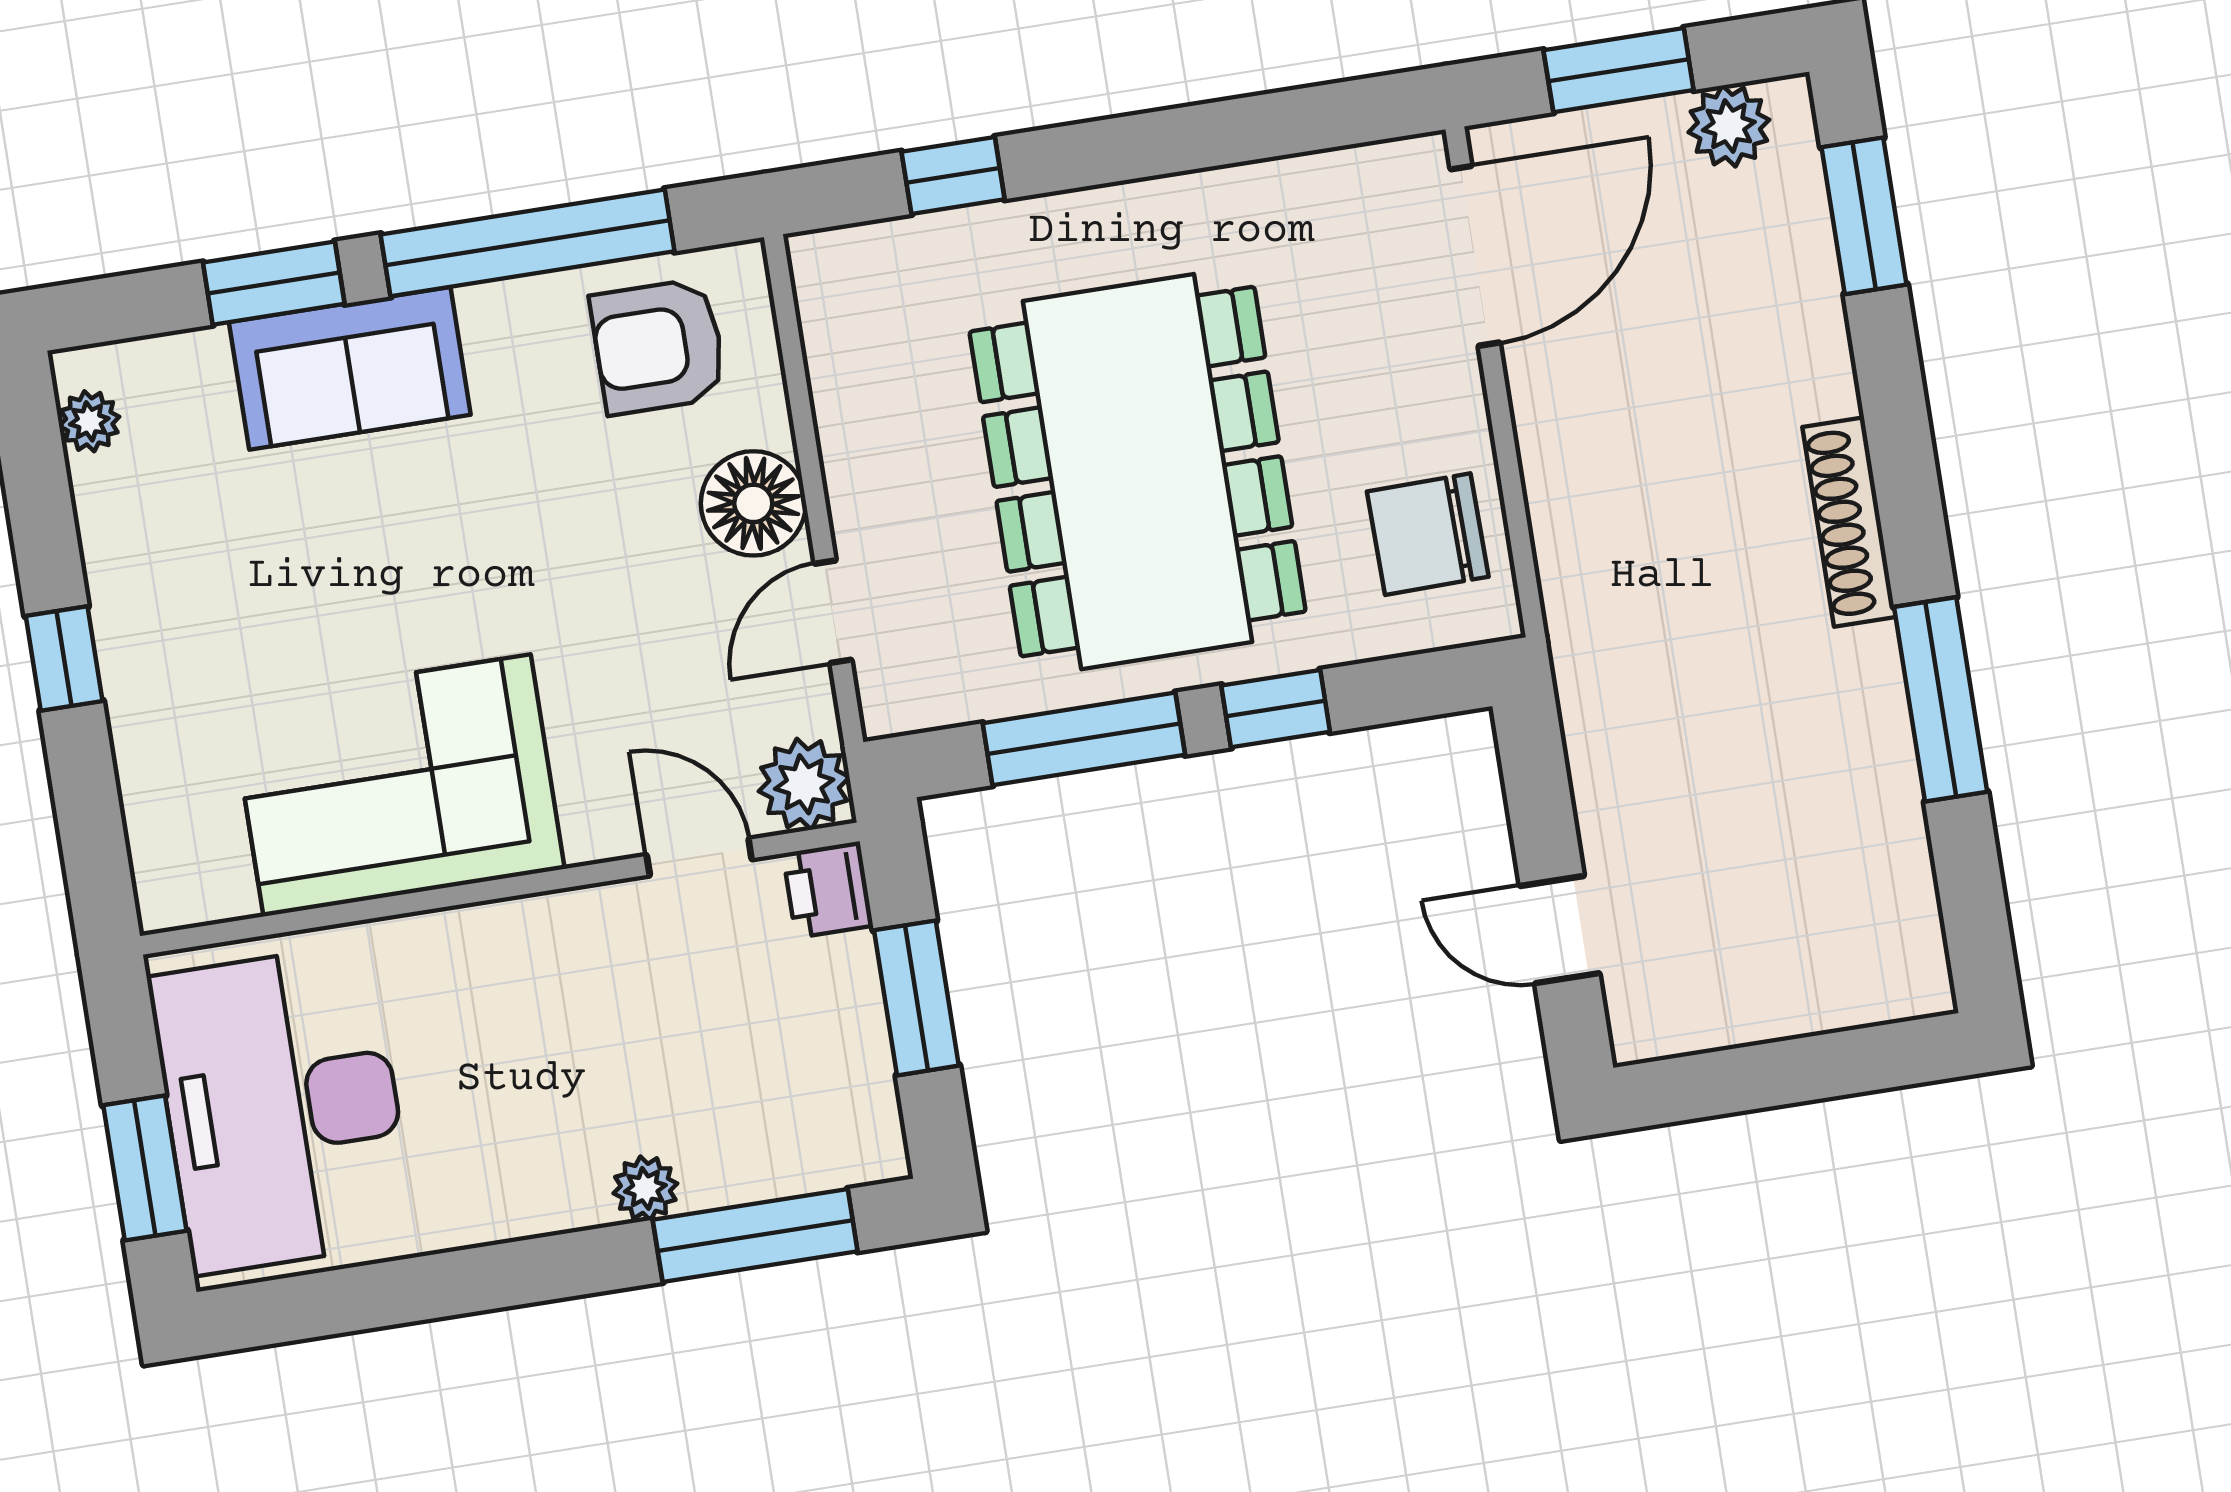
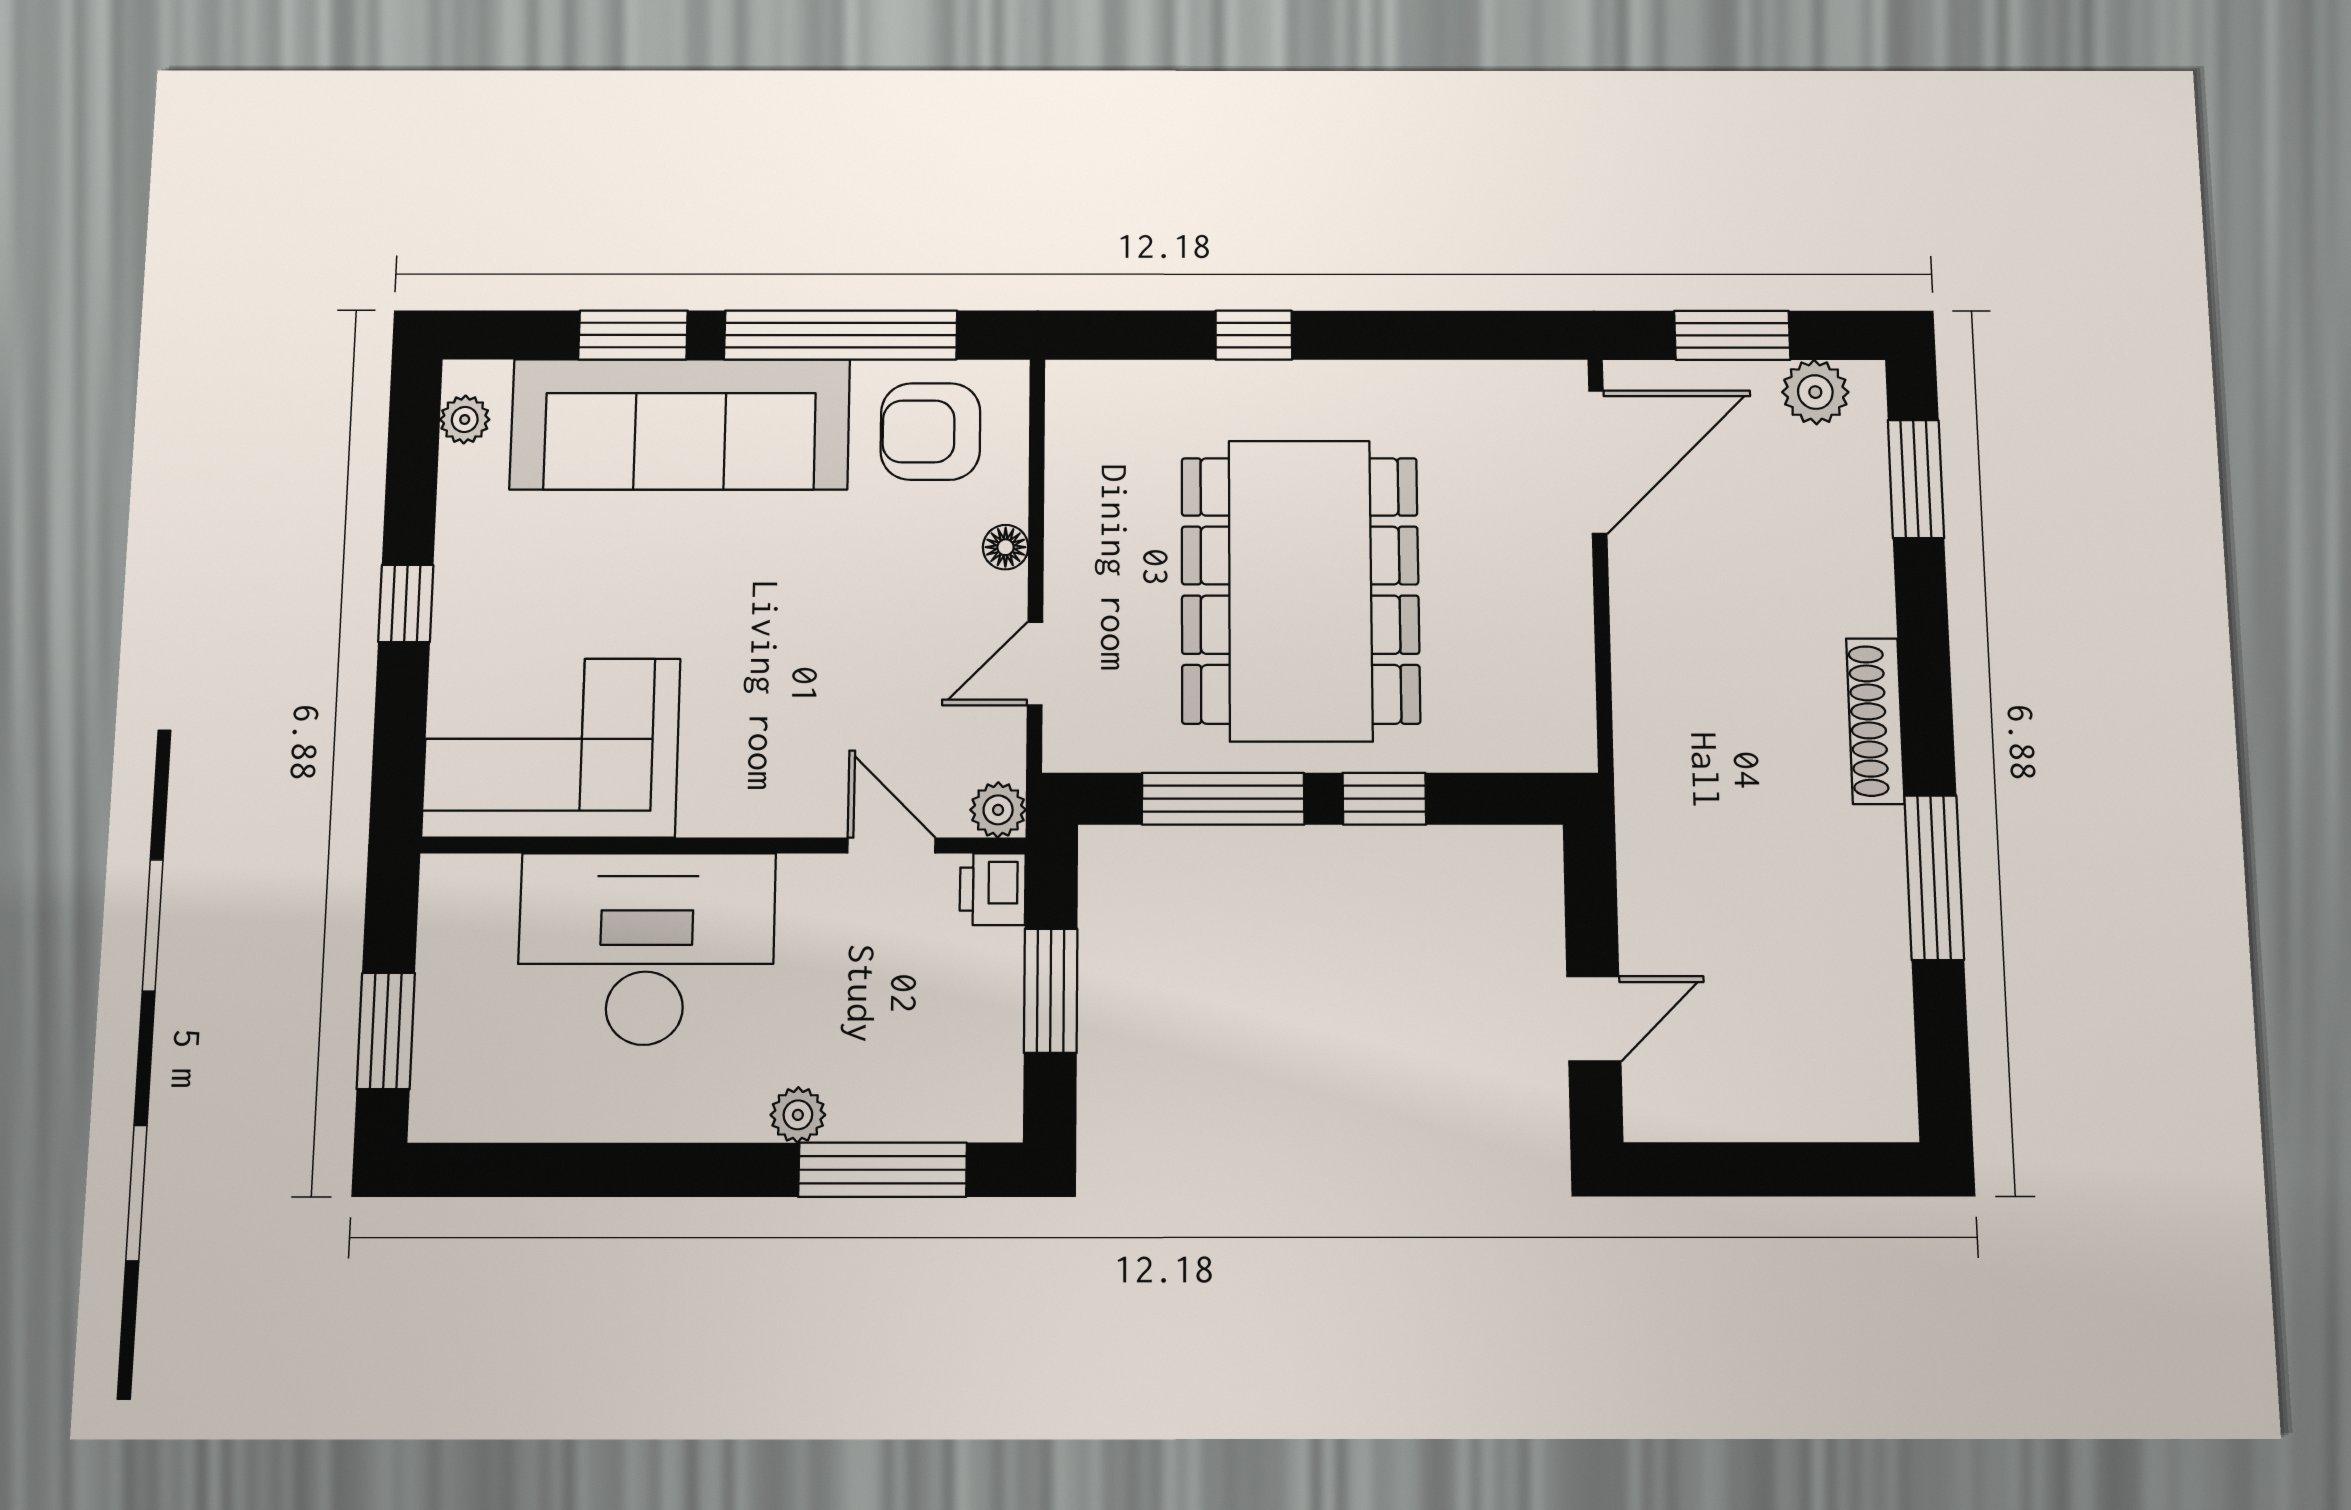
window: (953, 176) -> (1254, 335), moved
sofa: (350, 368) -> (680, 424), width x1.85, depth x1.27
floor lamp: (753, 503) -> (1006, 547), width x0.53, depth x0.53
chair: (1428, 534) -> (1529, 677), removed
plant: (804, 784) -> (998, 810), width x0.73, depth x0.73
corner sofa: (397, 785) -> (551, 748), moved
door: (1560, 930) -> (1594, 1019), swing flipped
desk: (282, 1109) -> (646, 949), moved, turned 90

